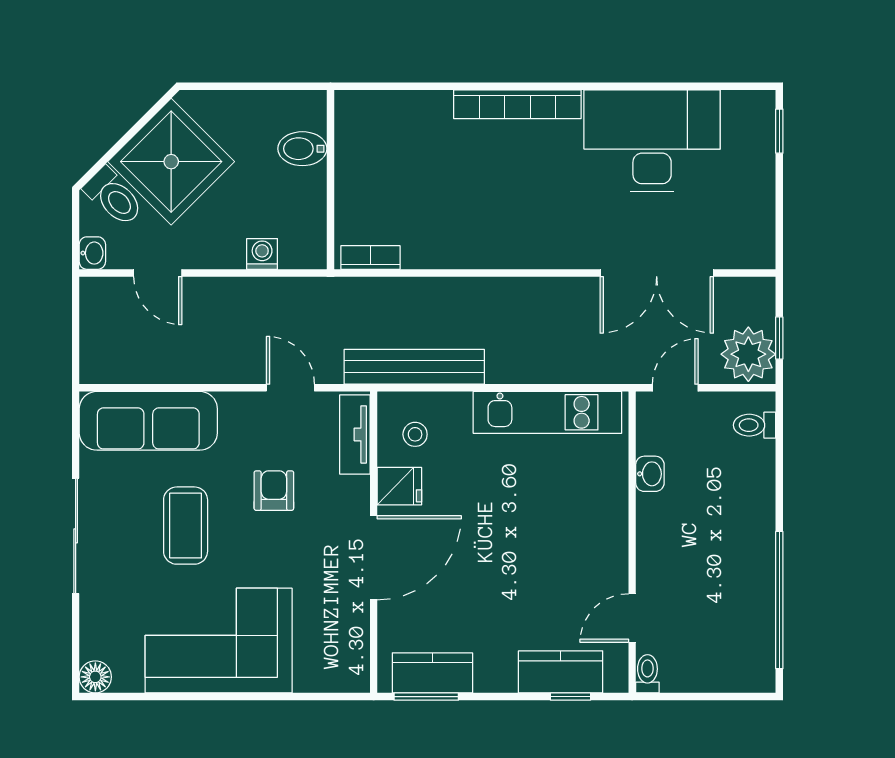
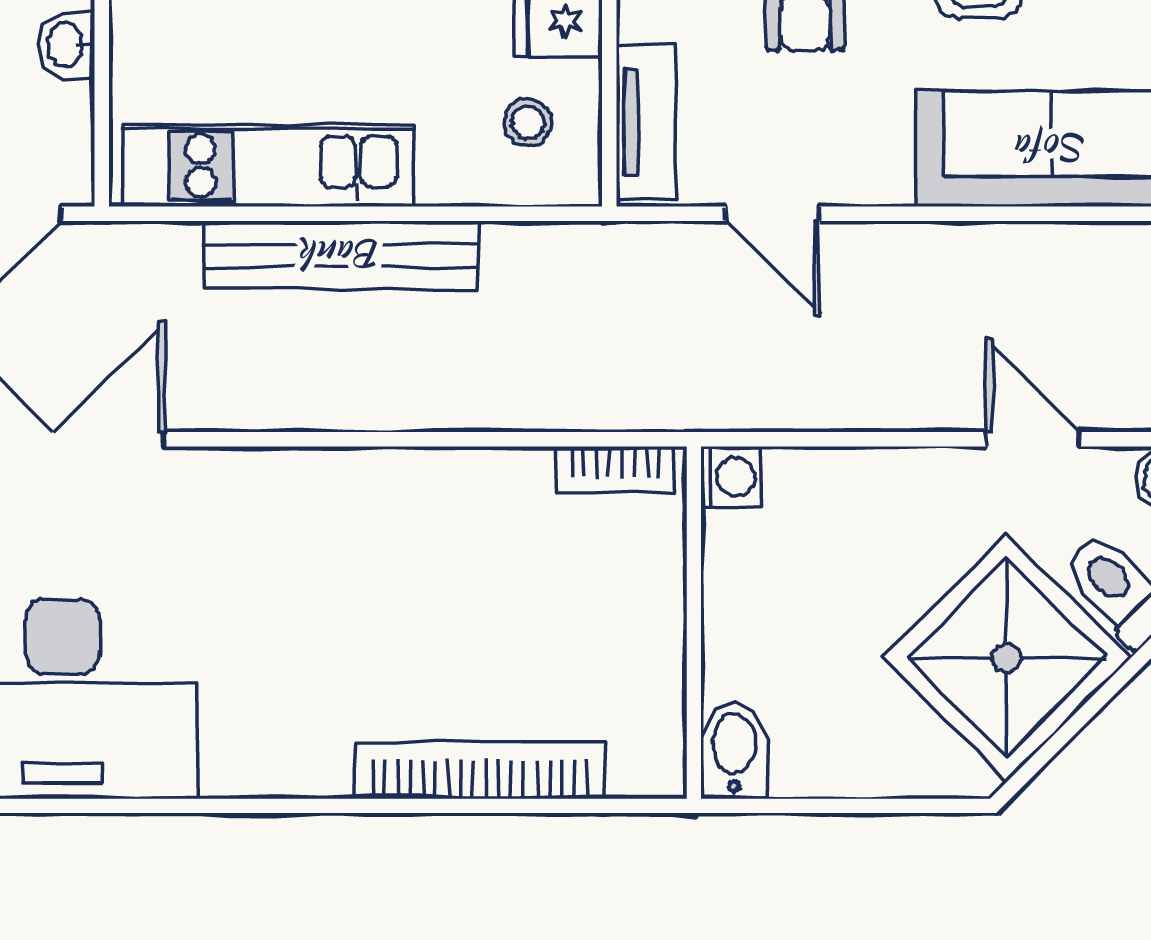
bookcase: (517, 104) -> (480, 770), moved
bidet: (302, 149) -> (734, 751), moved, turned -90
washing machine: (262, 254) -> (731, 477), moved, turned -90
bench: (414, 367) -> (341, 255), moved

